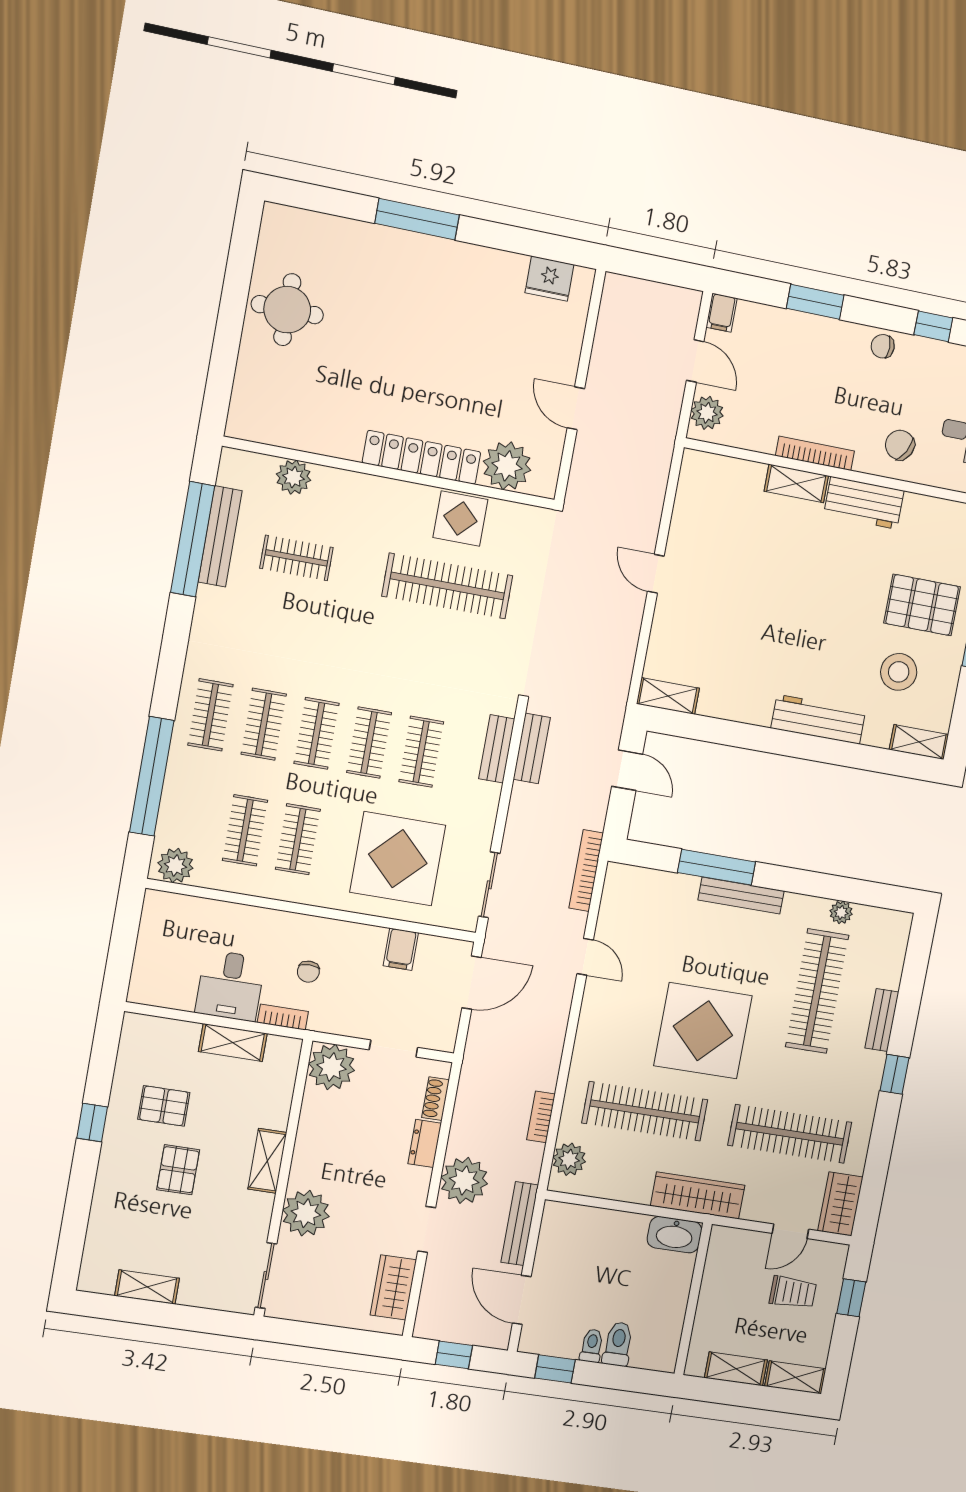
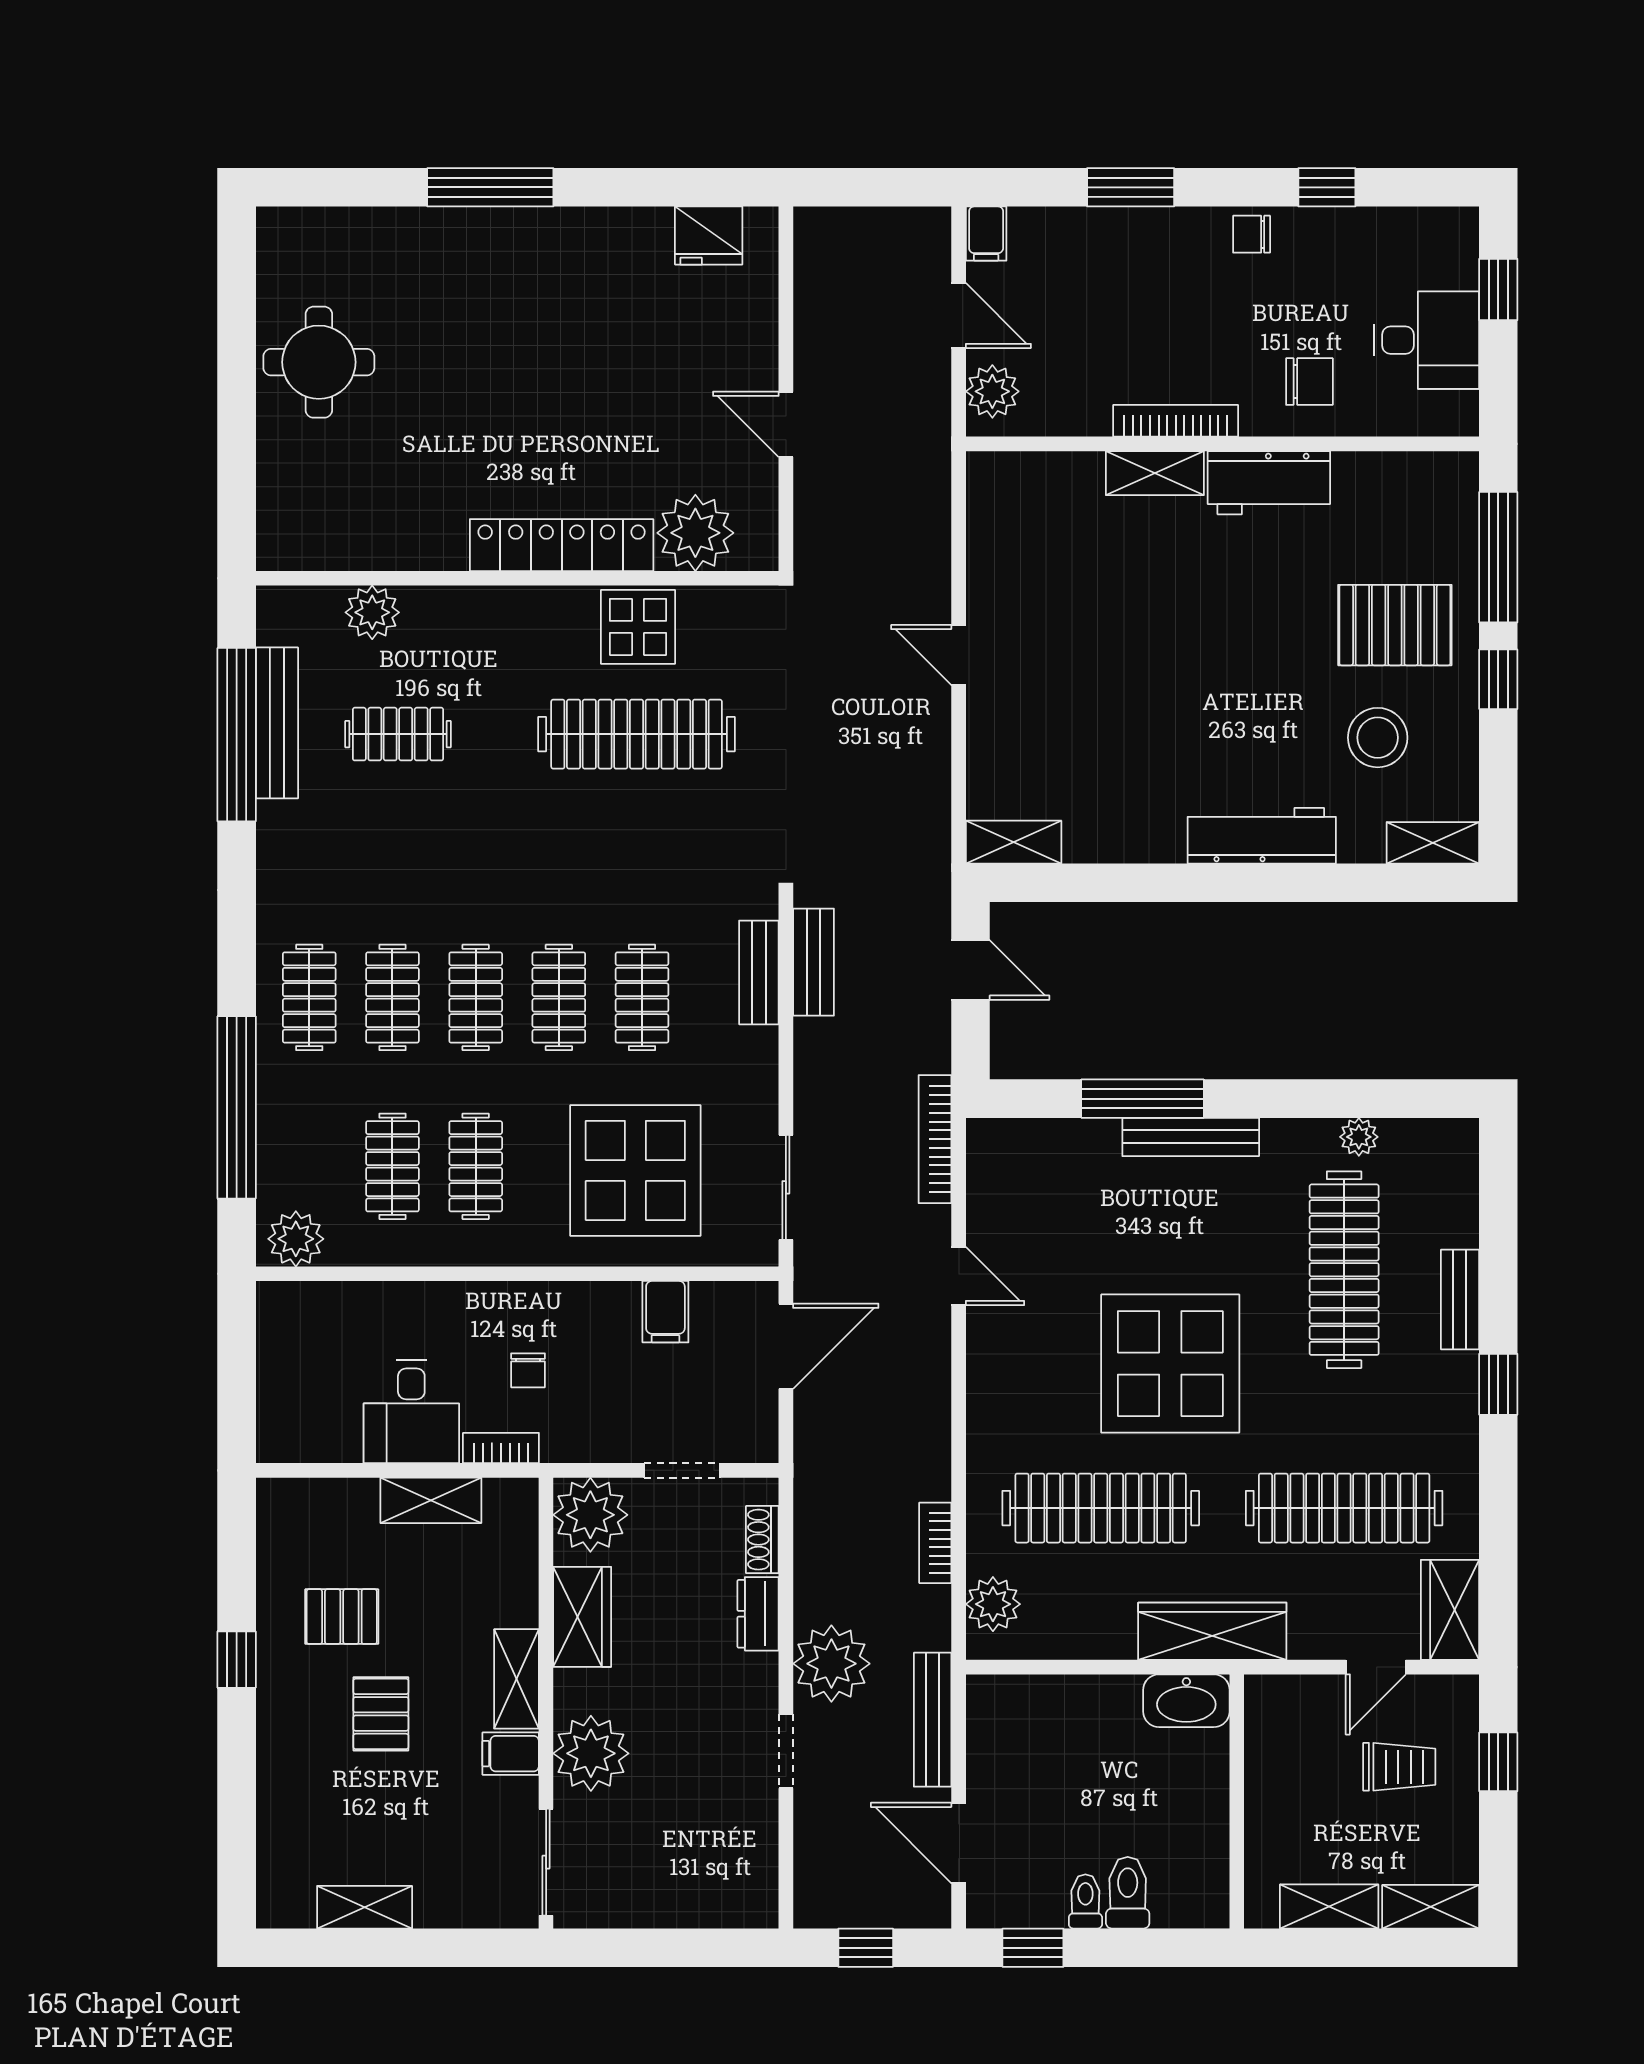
chair: (900, 445) -> (1309, 382), turned 151
filing cabinet: (256, 1206) -> (511, 1754), added
wardrobe: (393, 1287) -> (582, 1617), moved, turned 180

